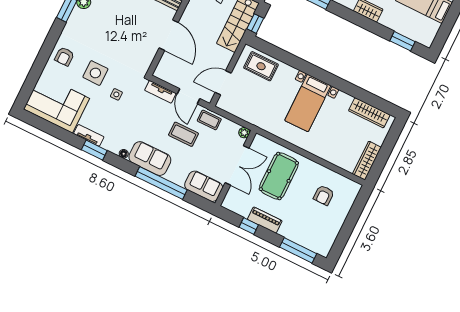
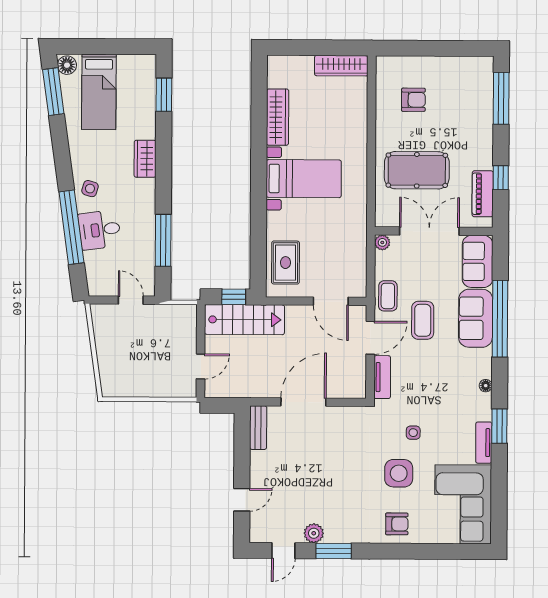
wardrobe: (369, 113) -> (278, 117), moved
sofa: (150, 159) -> (476, 318), moved
piano: (265, 220) -> (483, 194), moved

